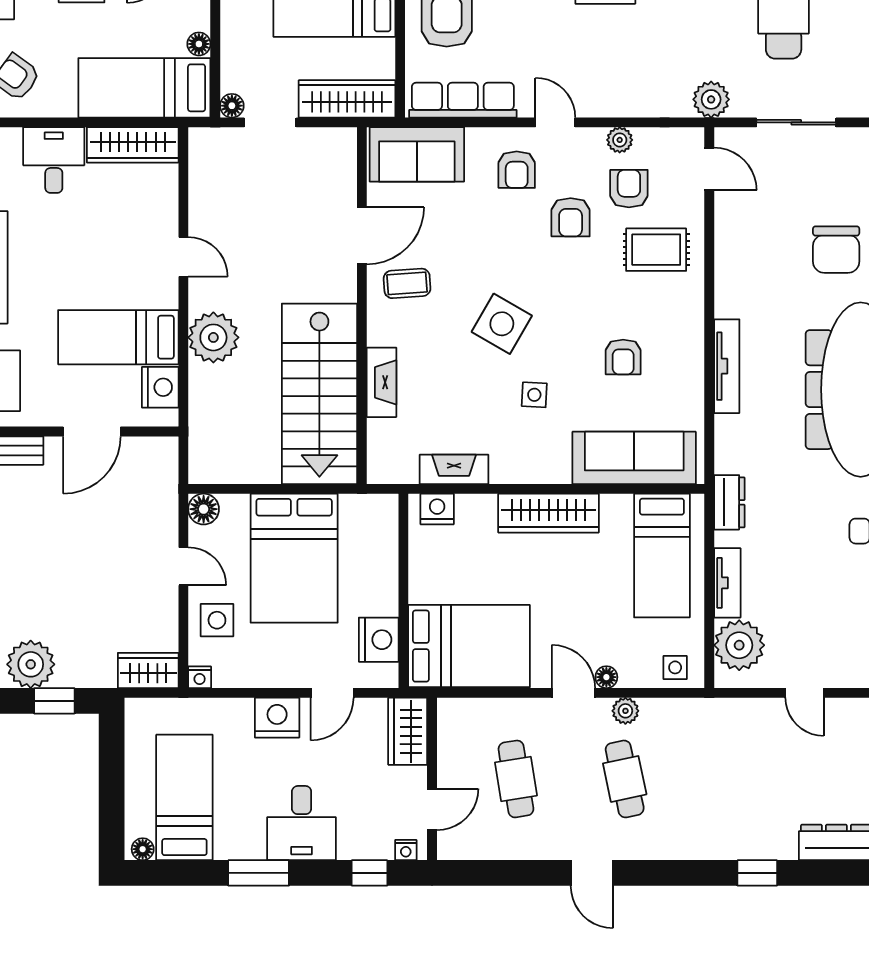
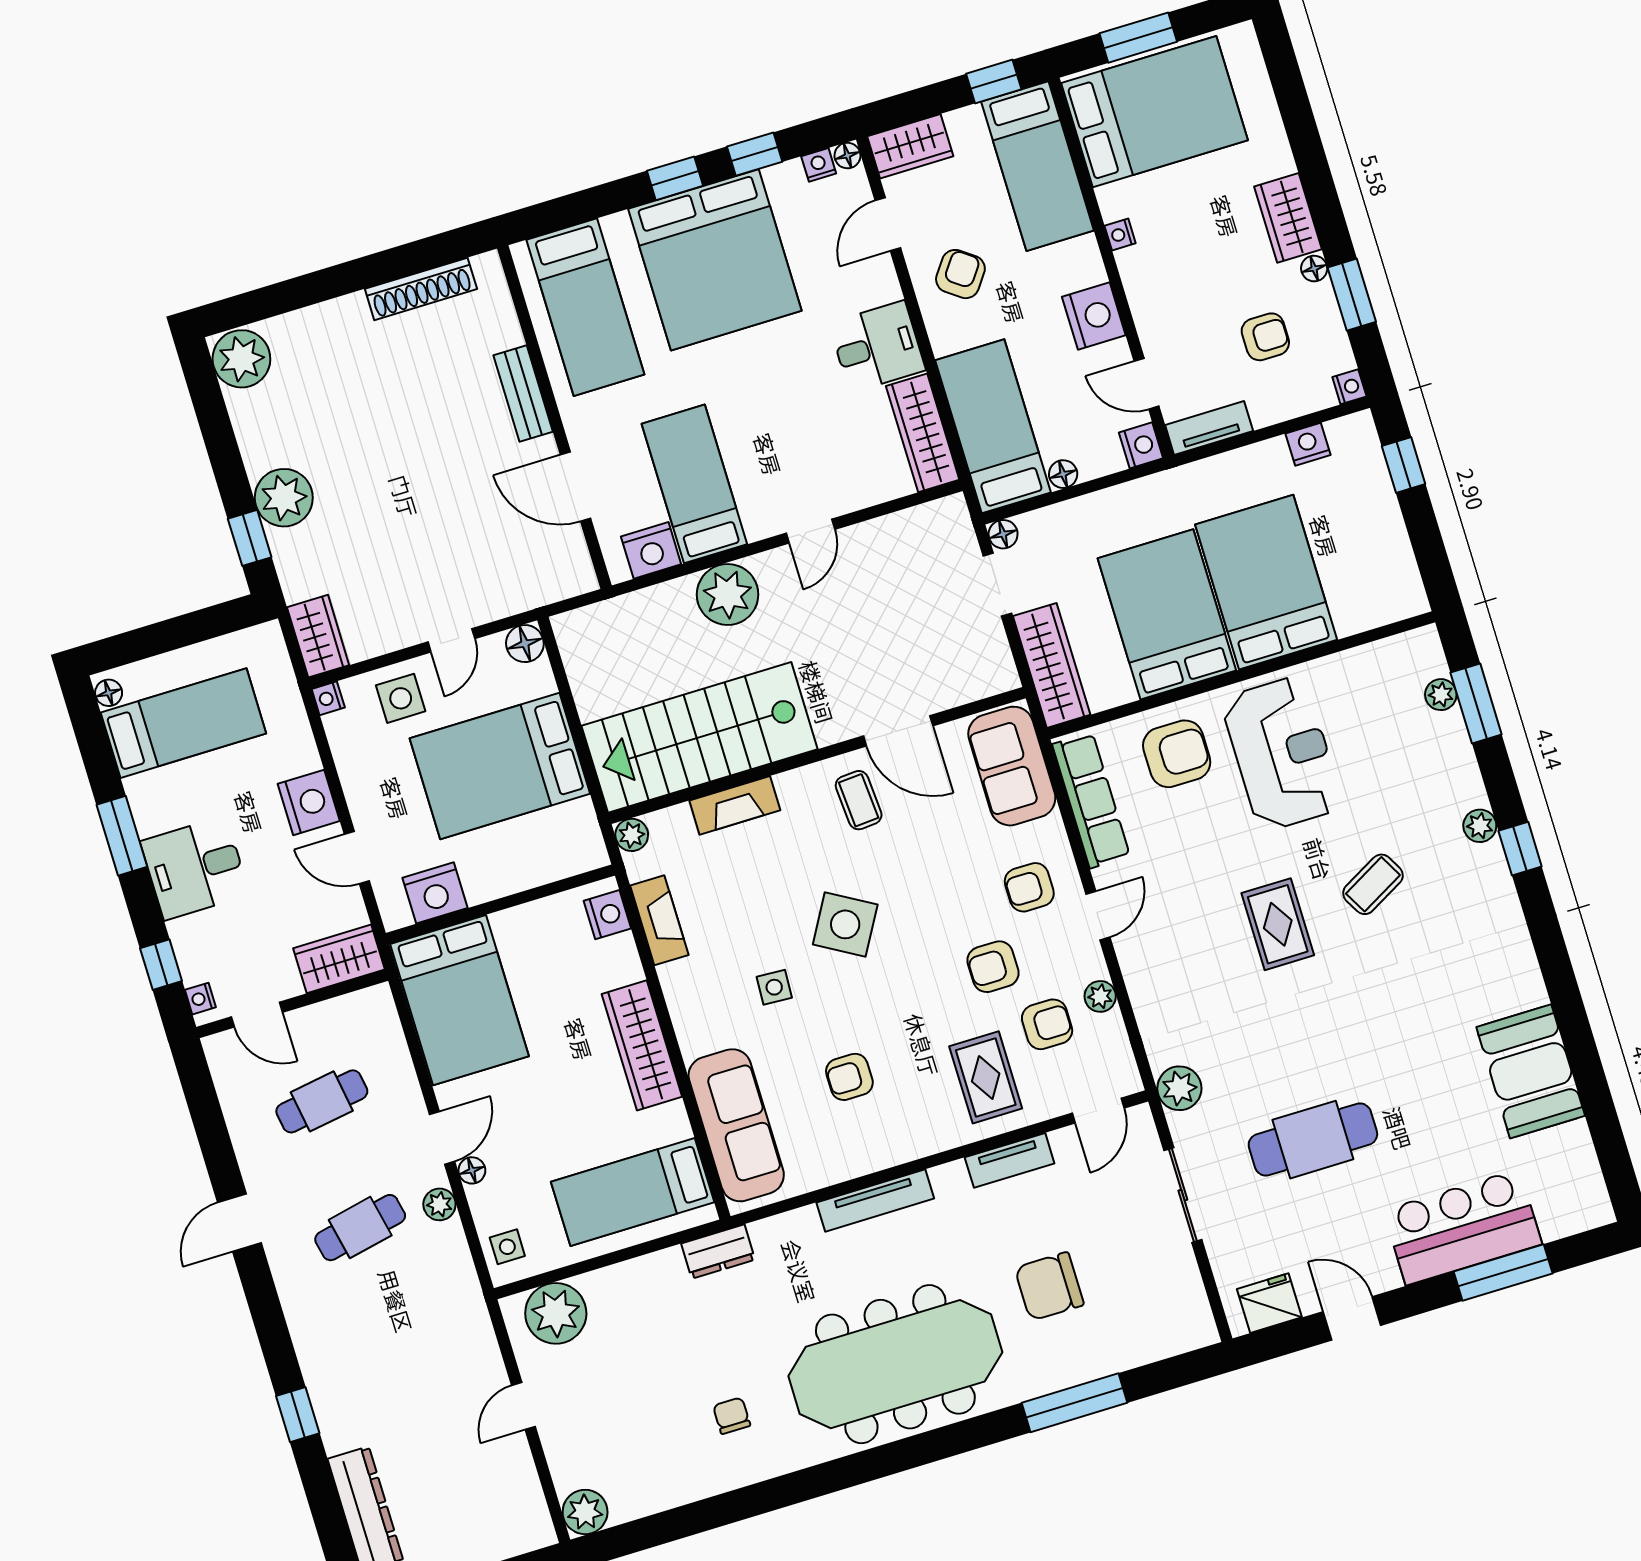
plant: (380, 471) -> (632, 835), added
tv unit: (727, 583) -> (1010, 1160), moved

